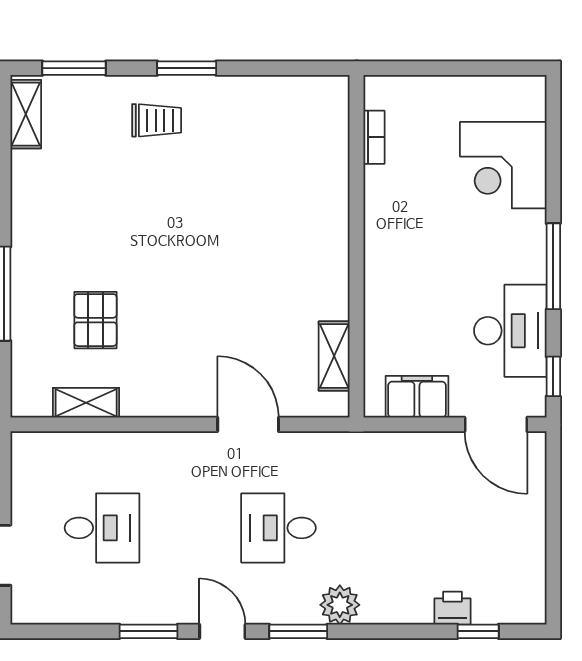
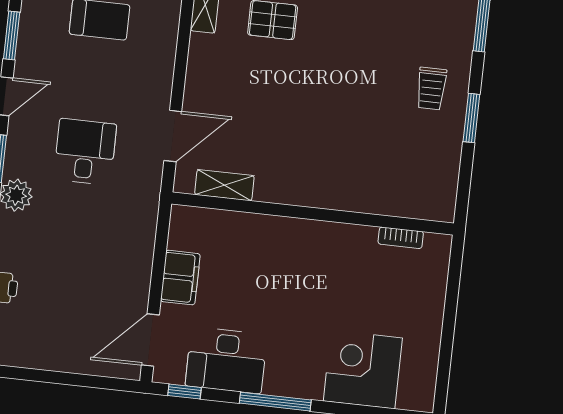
bookcase: (374, 137) -> (401, 238), moved
wall: (357, 246) -> (313, 214), moved
shelving: (334, 356) -> (224, 185), moved

